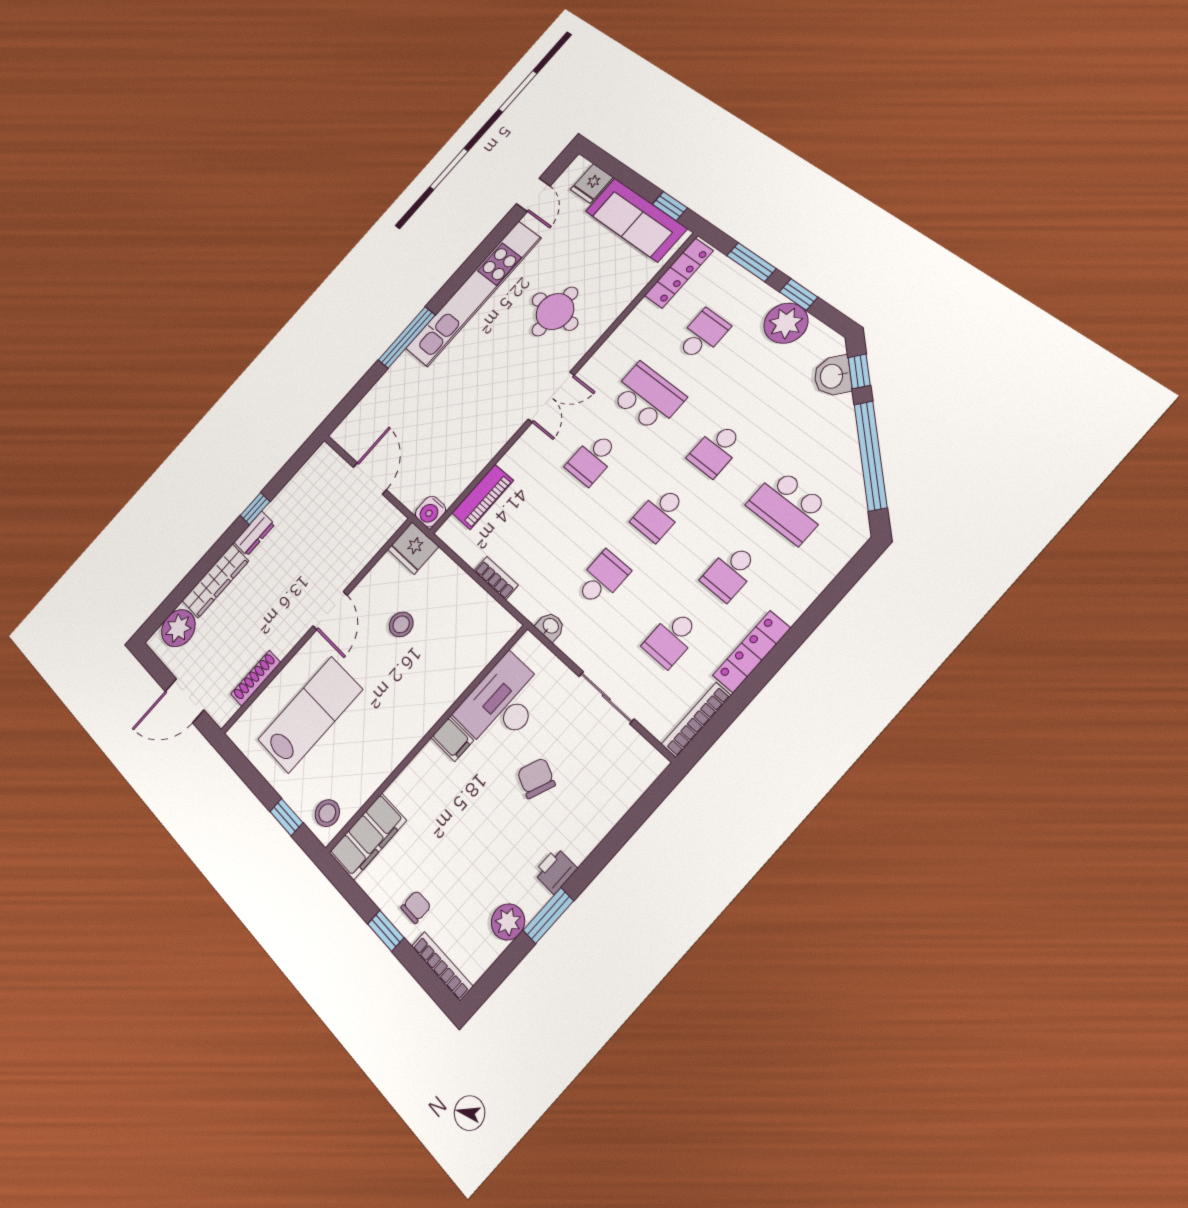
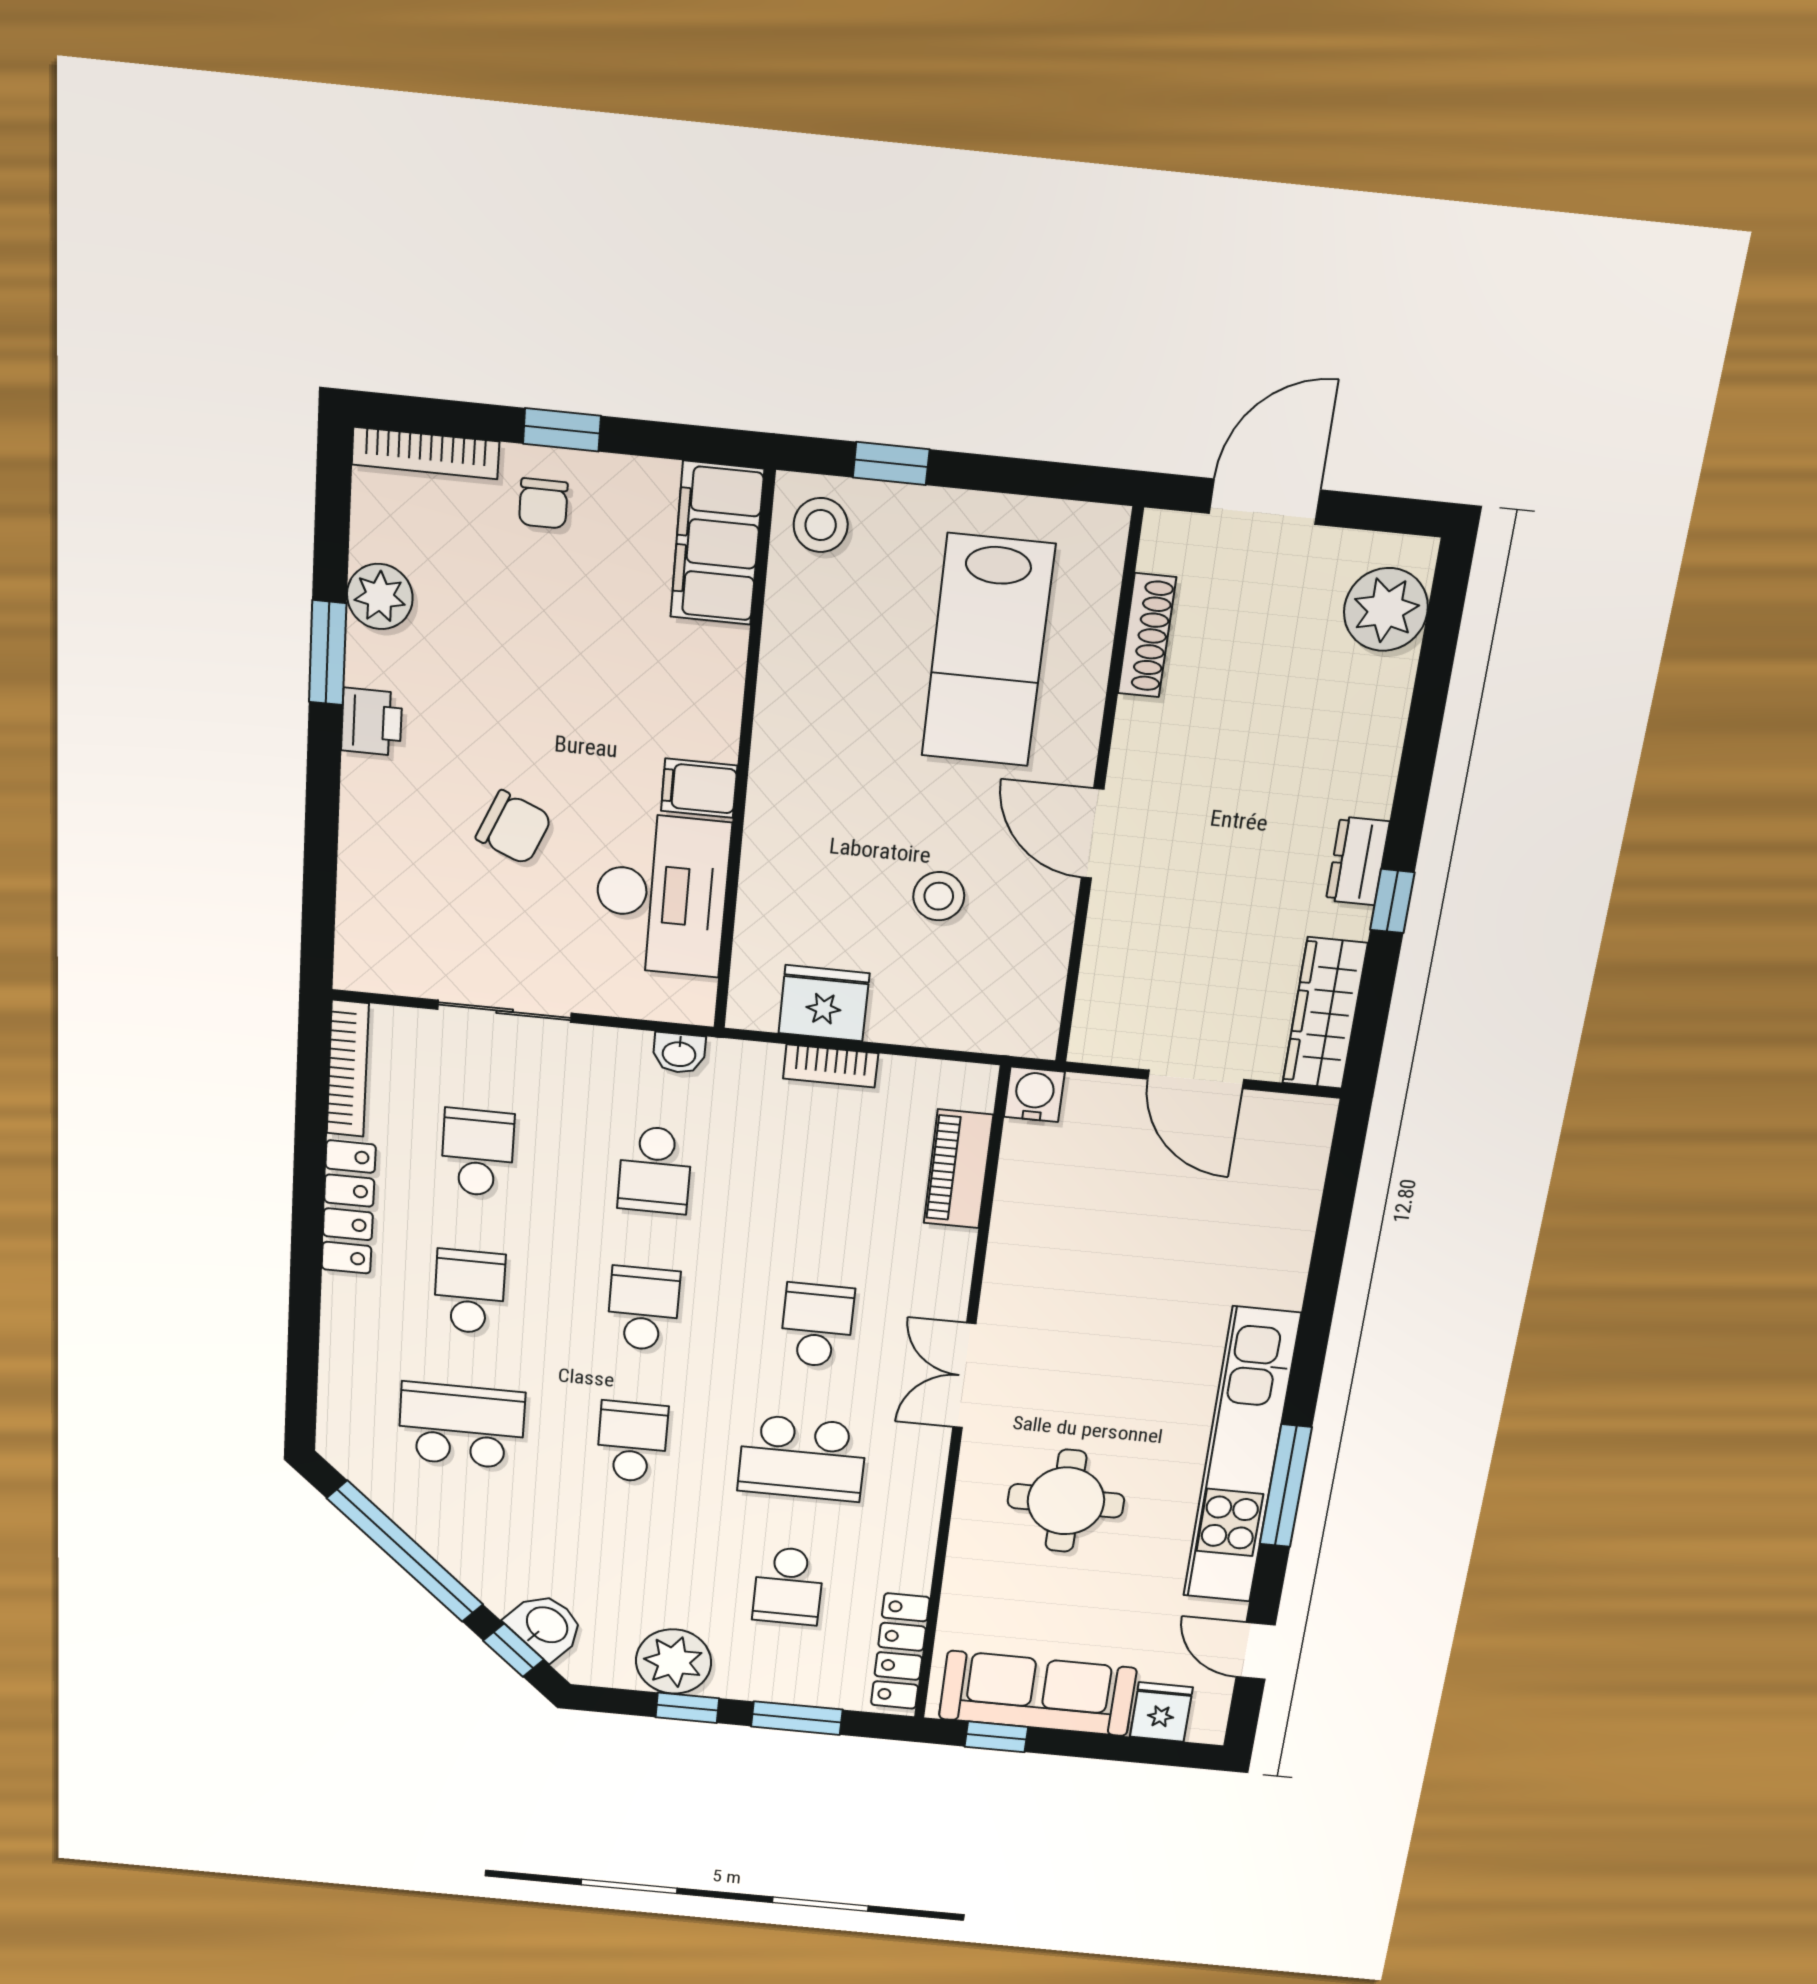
window: (407, 338) -> (1286, 1486), moved
fridge: (413, 548) -> (824, 1003), moved
wardrobe: (215, 581) -> (1325, 1013), moved

